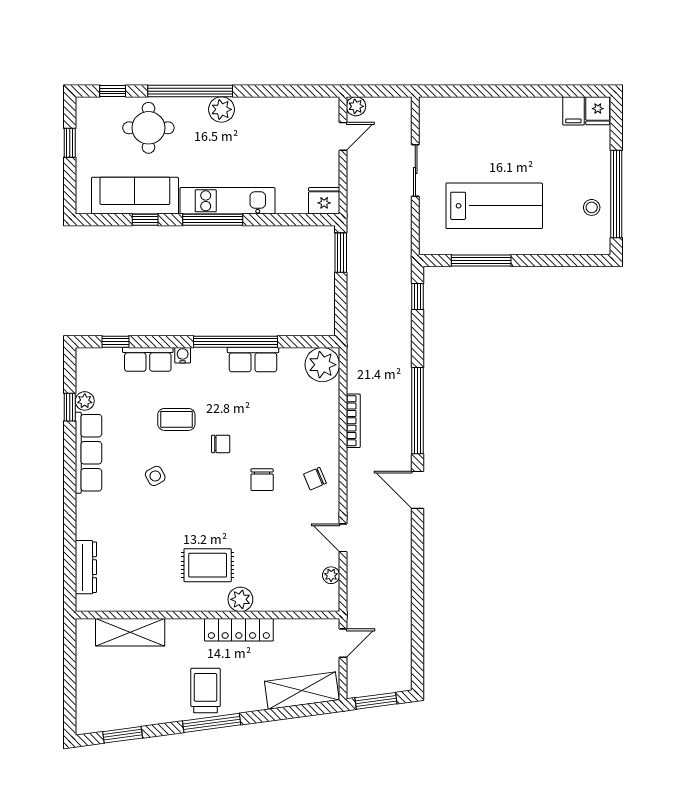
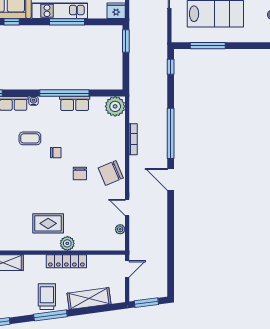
window: (213, 220) -> (67, 22), moved
side table: (155, 476) -> (18, 171), removed
chair: (315, 479) -> (111, 173), width x1.87, depth x1.87
shelving: (302, 691) -> (89, 299), moved

